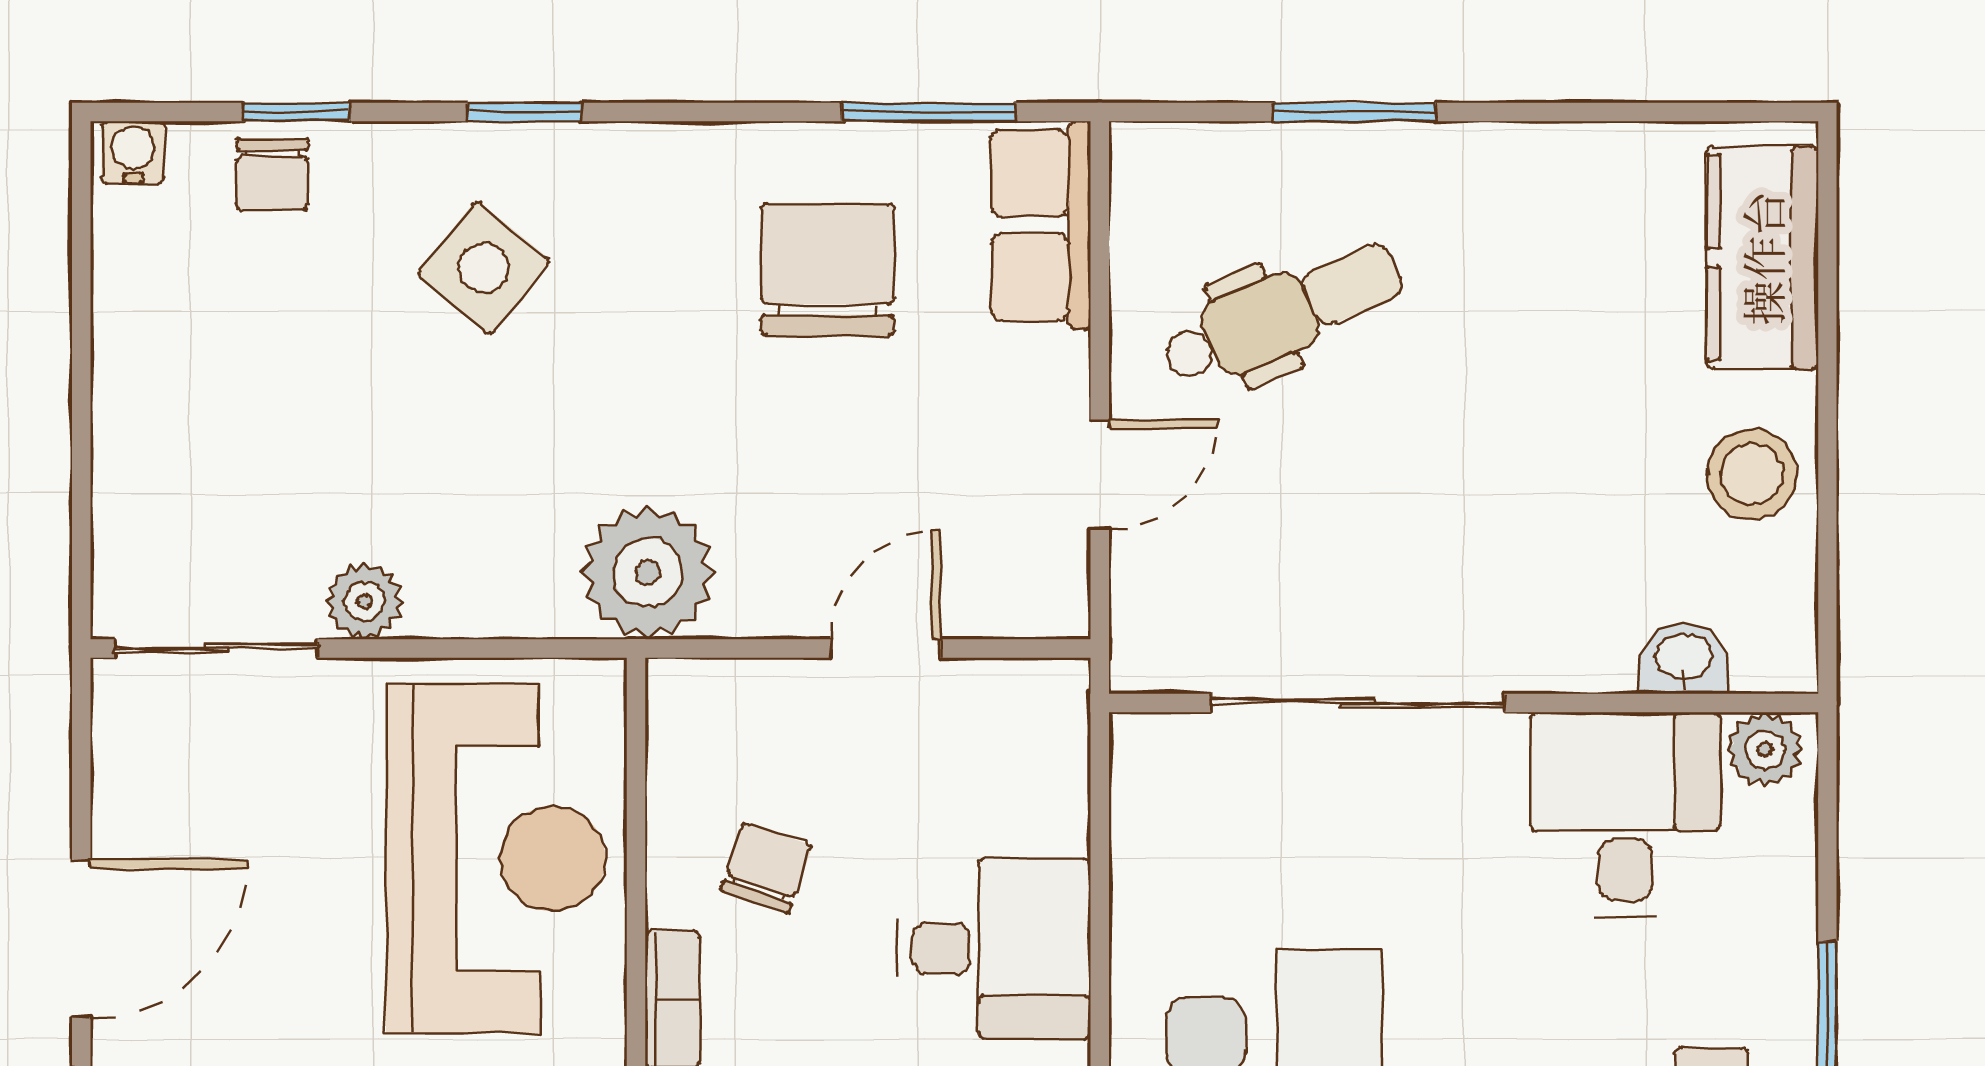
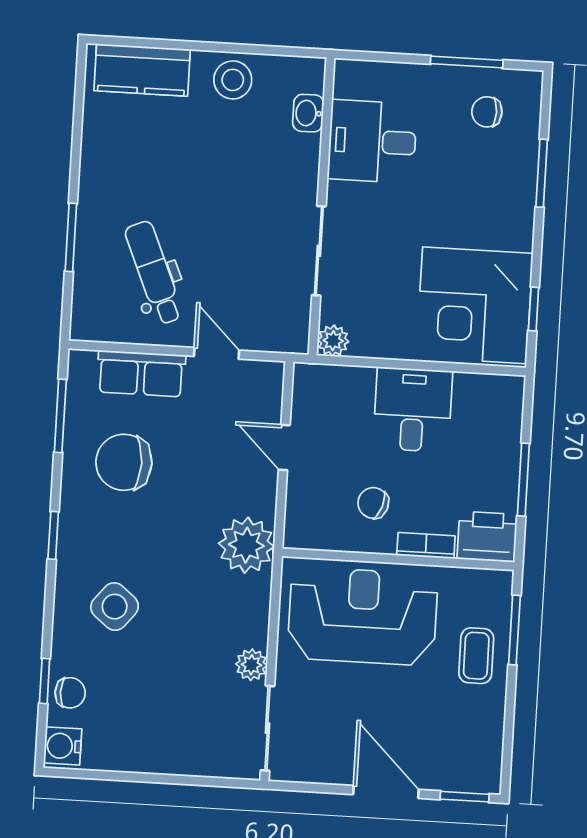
window: (524, 112) -> (53, 535), moved
water cooler: (133, 152) -> (63, 746), width x1.38, depth x1.38
row of seats: (1041, 225) -> (141, 374), moved
sliding door: (1358, 703) -> (319, 251), width x0.73
plant: (1765, 750) -> (333, 341), moved

